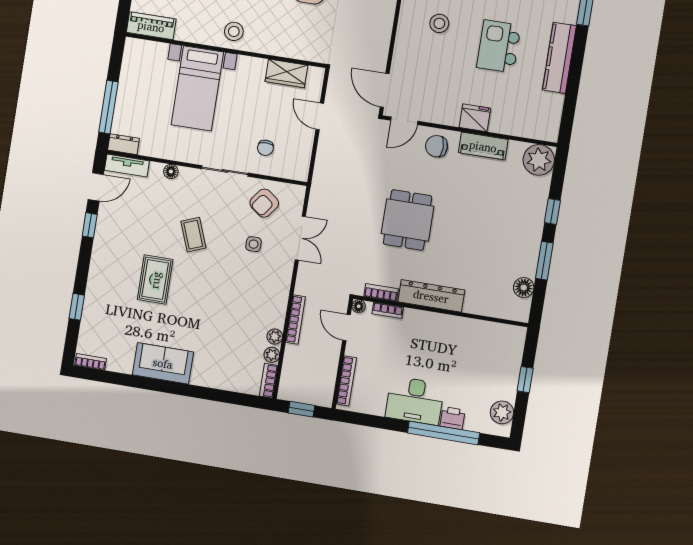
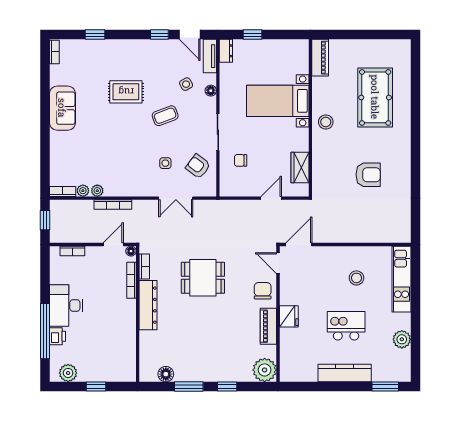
window: (108, 107) -> (253, 35), width x0.46
side table: (158, 202) -> (186, 84), added
bookcase: (388, 310) -> (131, 280), width x1.56
bookcase: (346, 381) -> (72, 251), width x0.64

